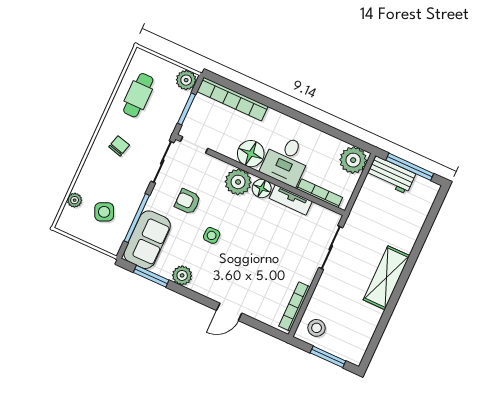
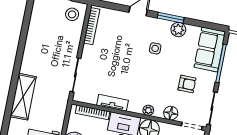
plant: (238, 182) -> (148, 110), width x0.53, depth x0.53
floor lamp: (262, 188) -> (171, 113), moved
side table: (212, 235) -> (155, 48), moved
window: (151, 276) -> (171, 18), moved
shelving: (386, 278) -> (23, 97), moved

